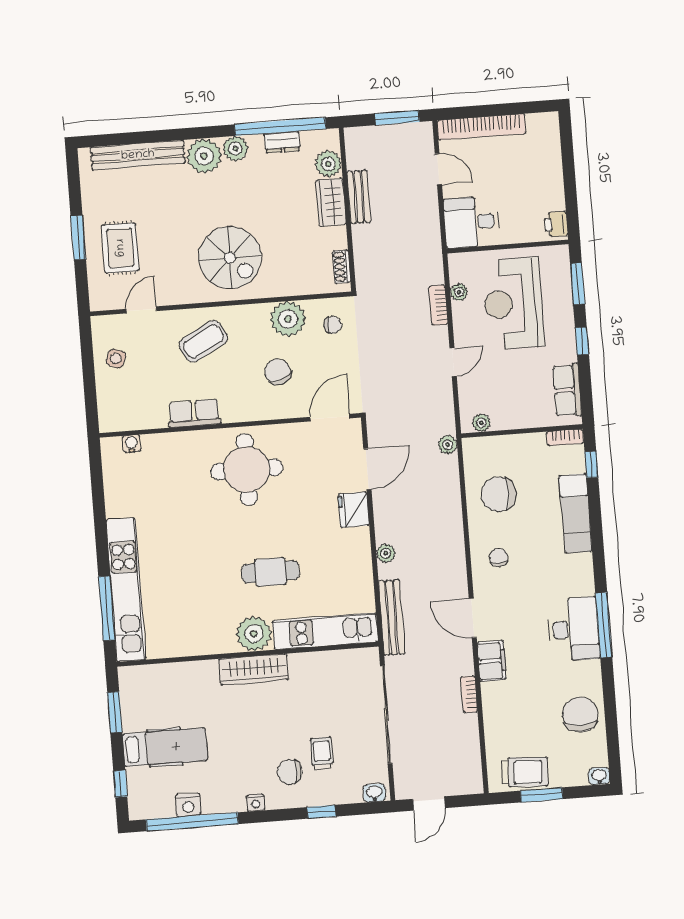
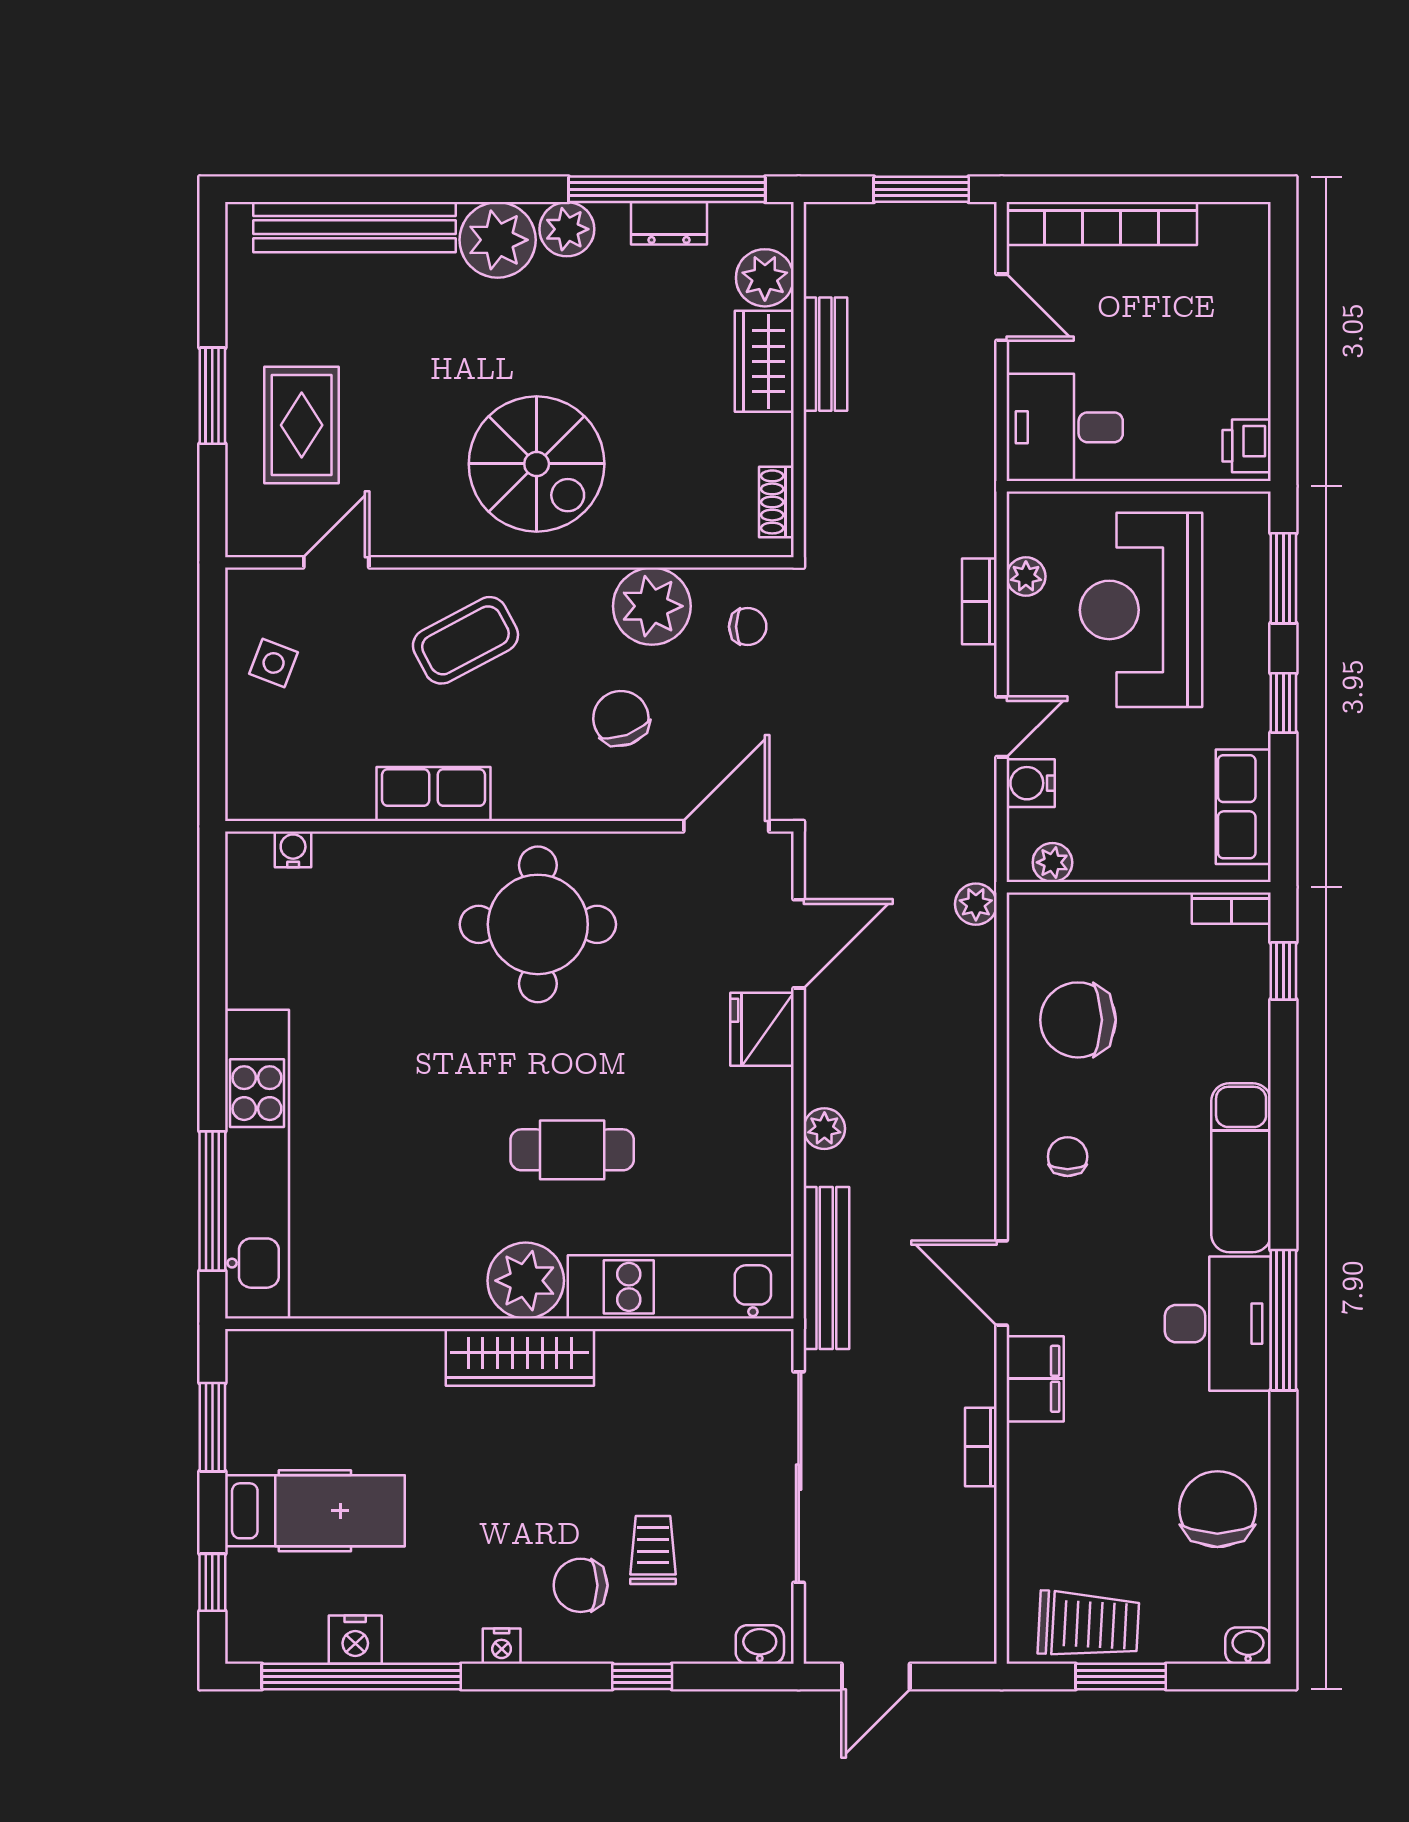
water cooler: (469, 387) -> (1031, 783), added
exam couch: (576, 514) -> (1241, 1168), moved

